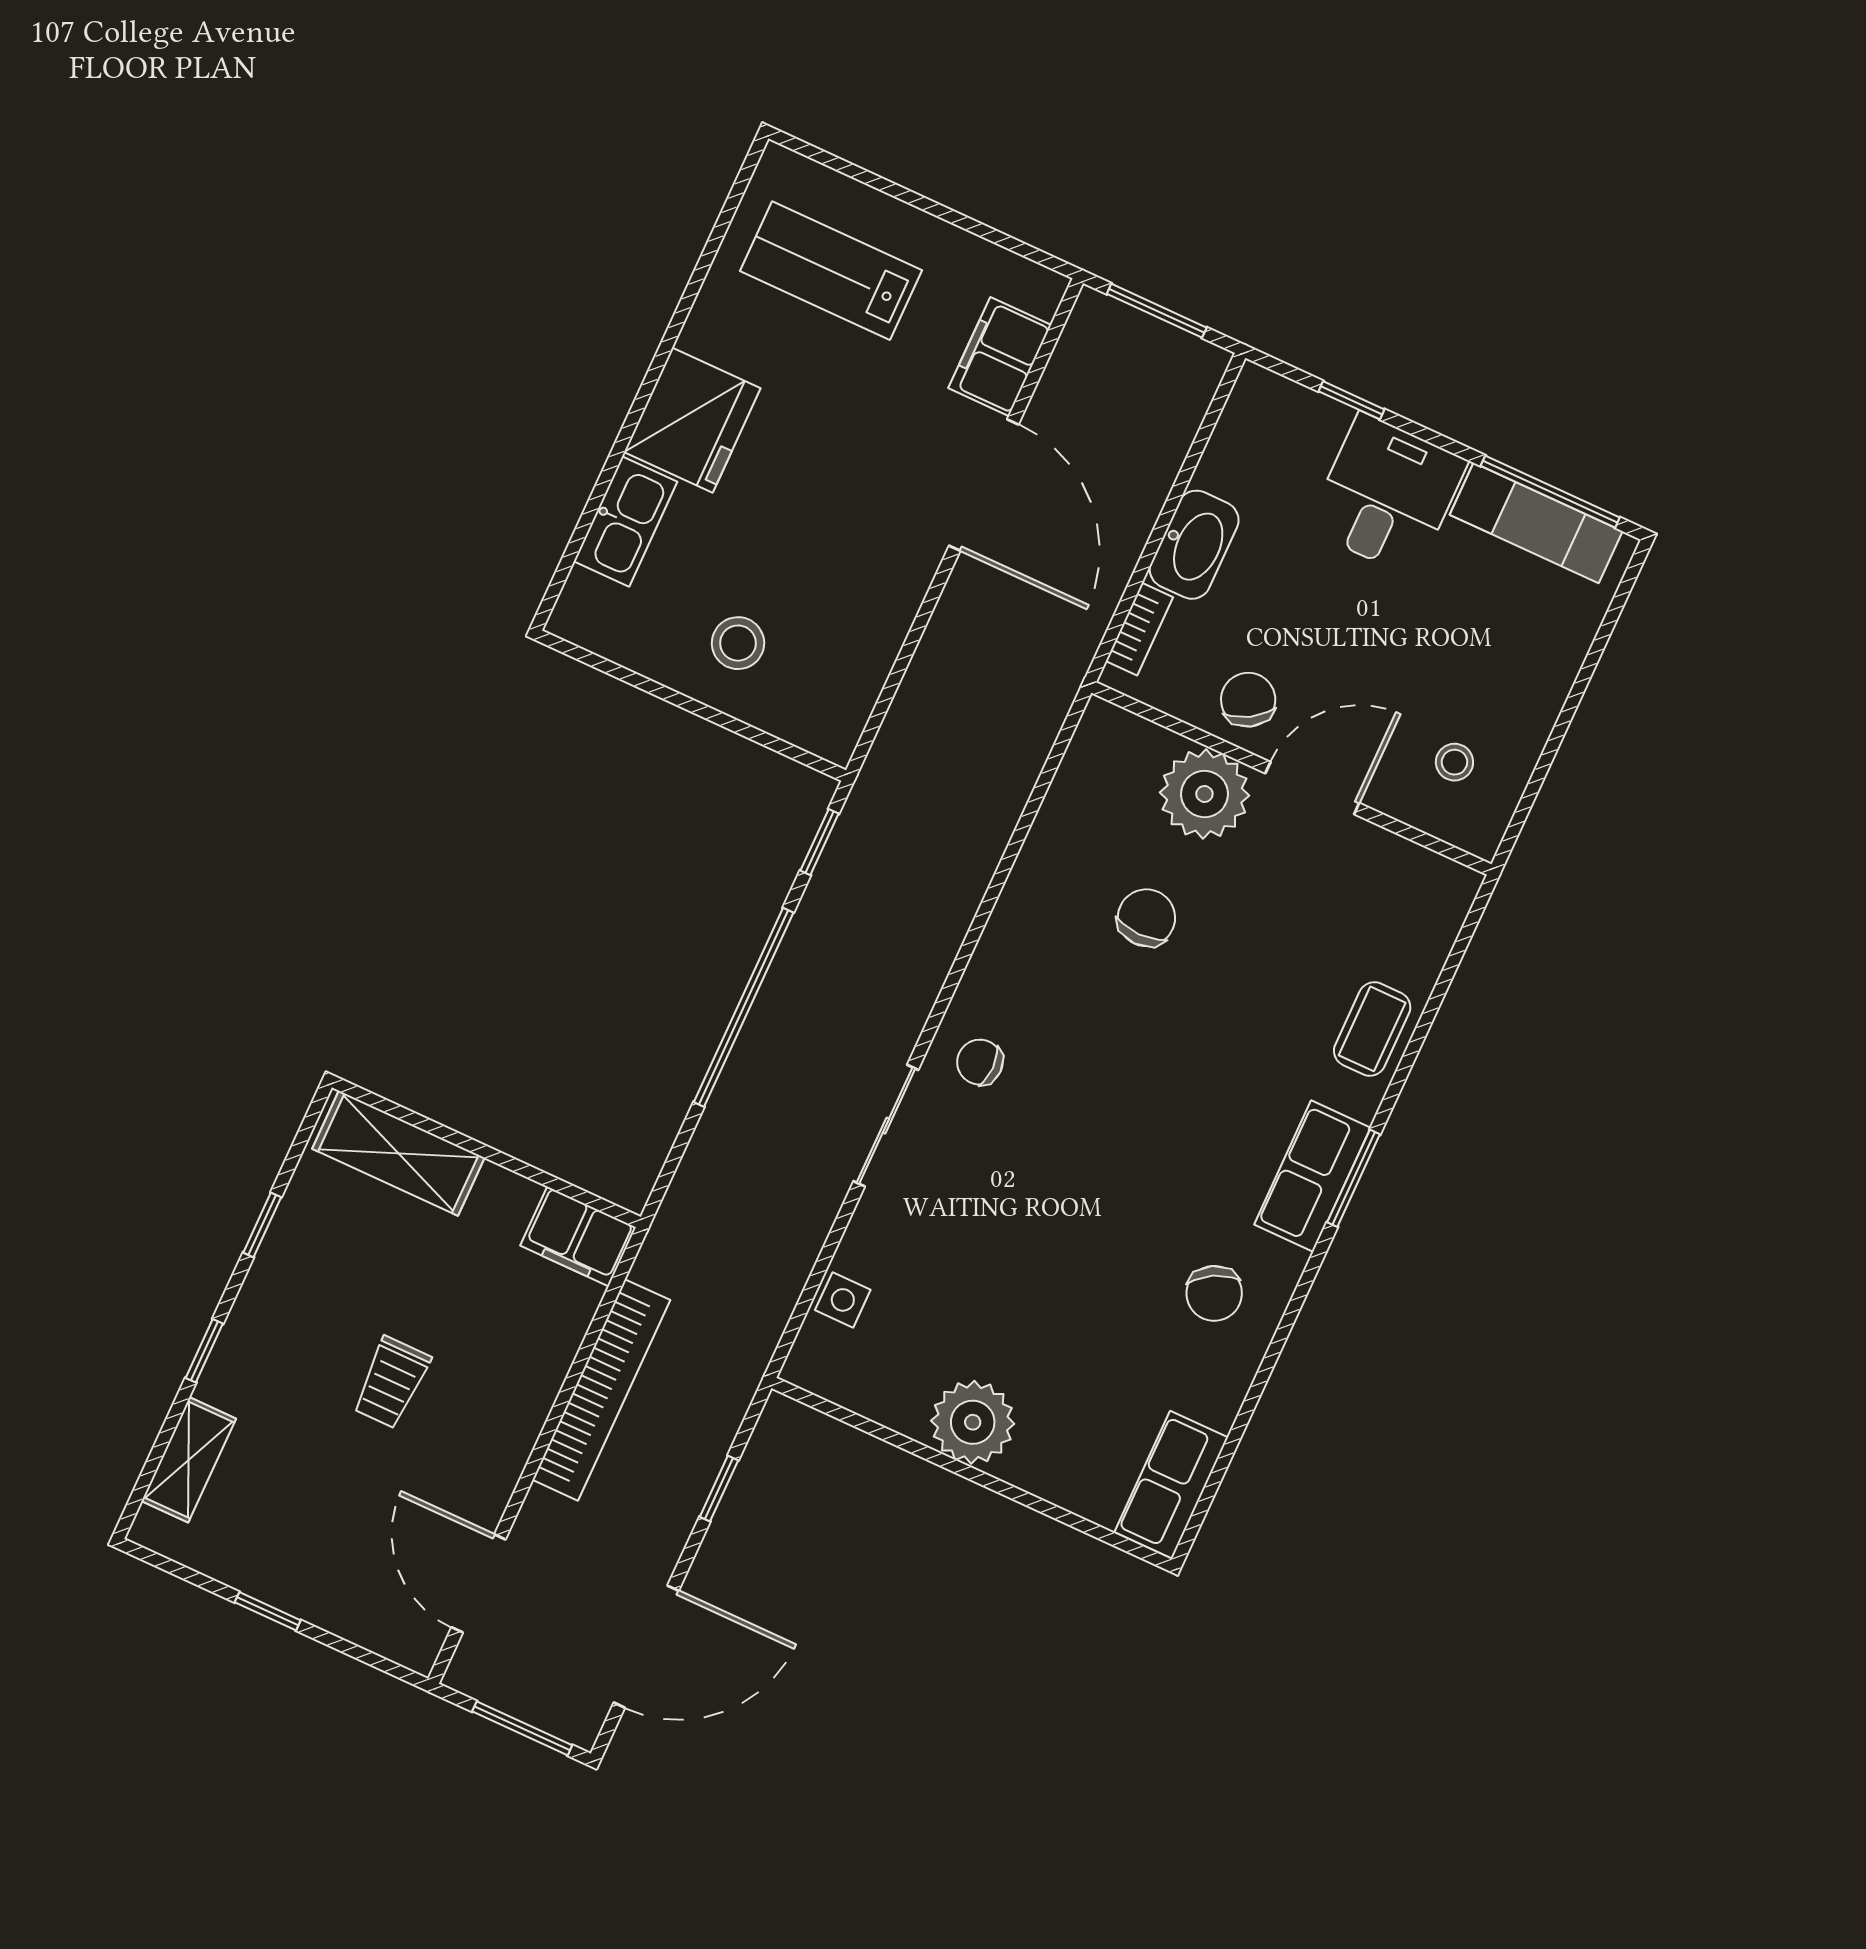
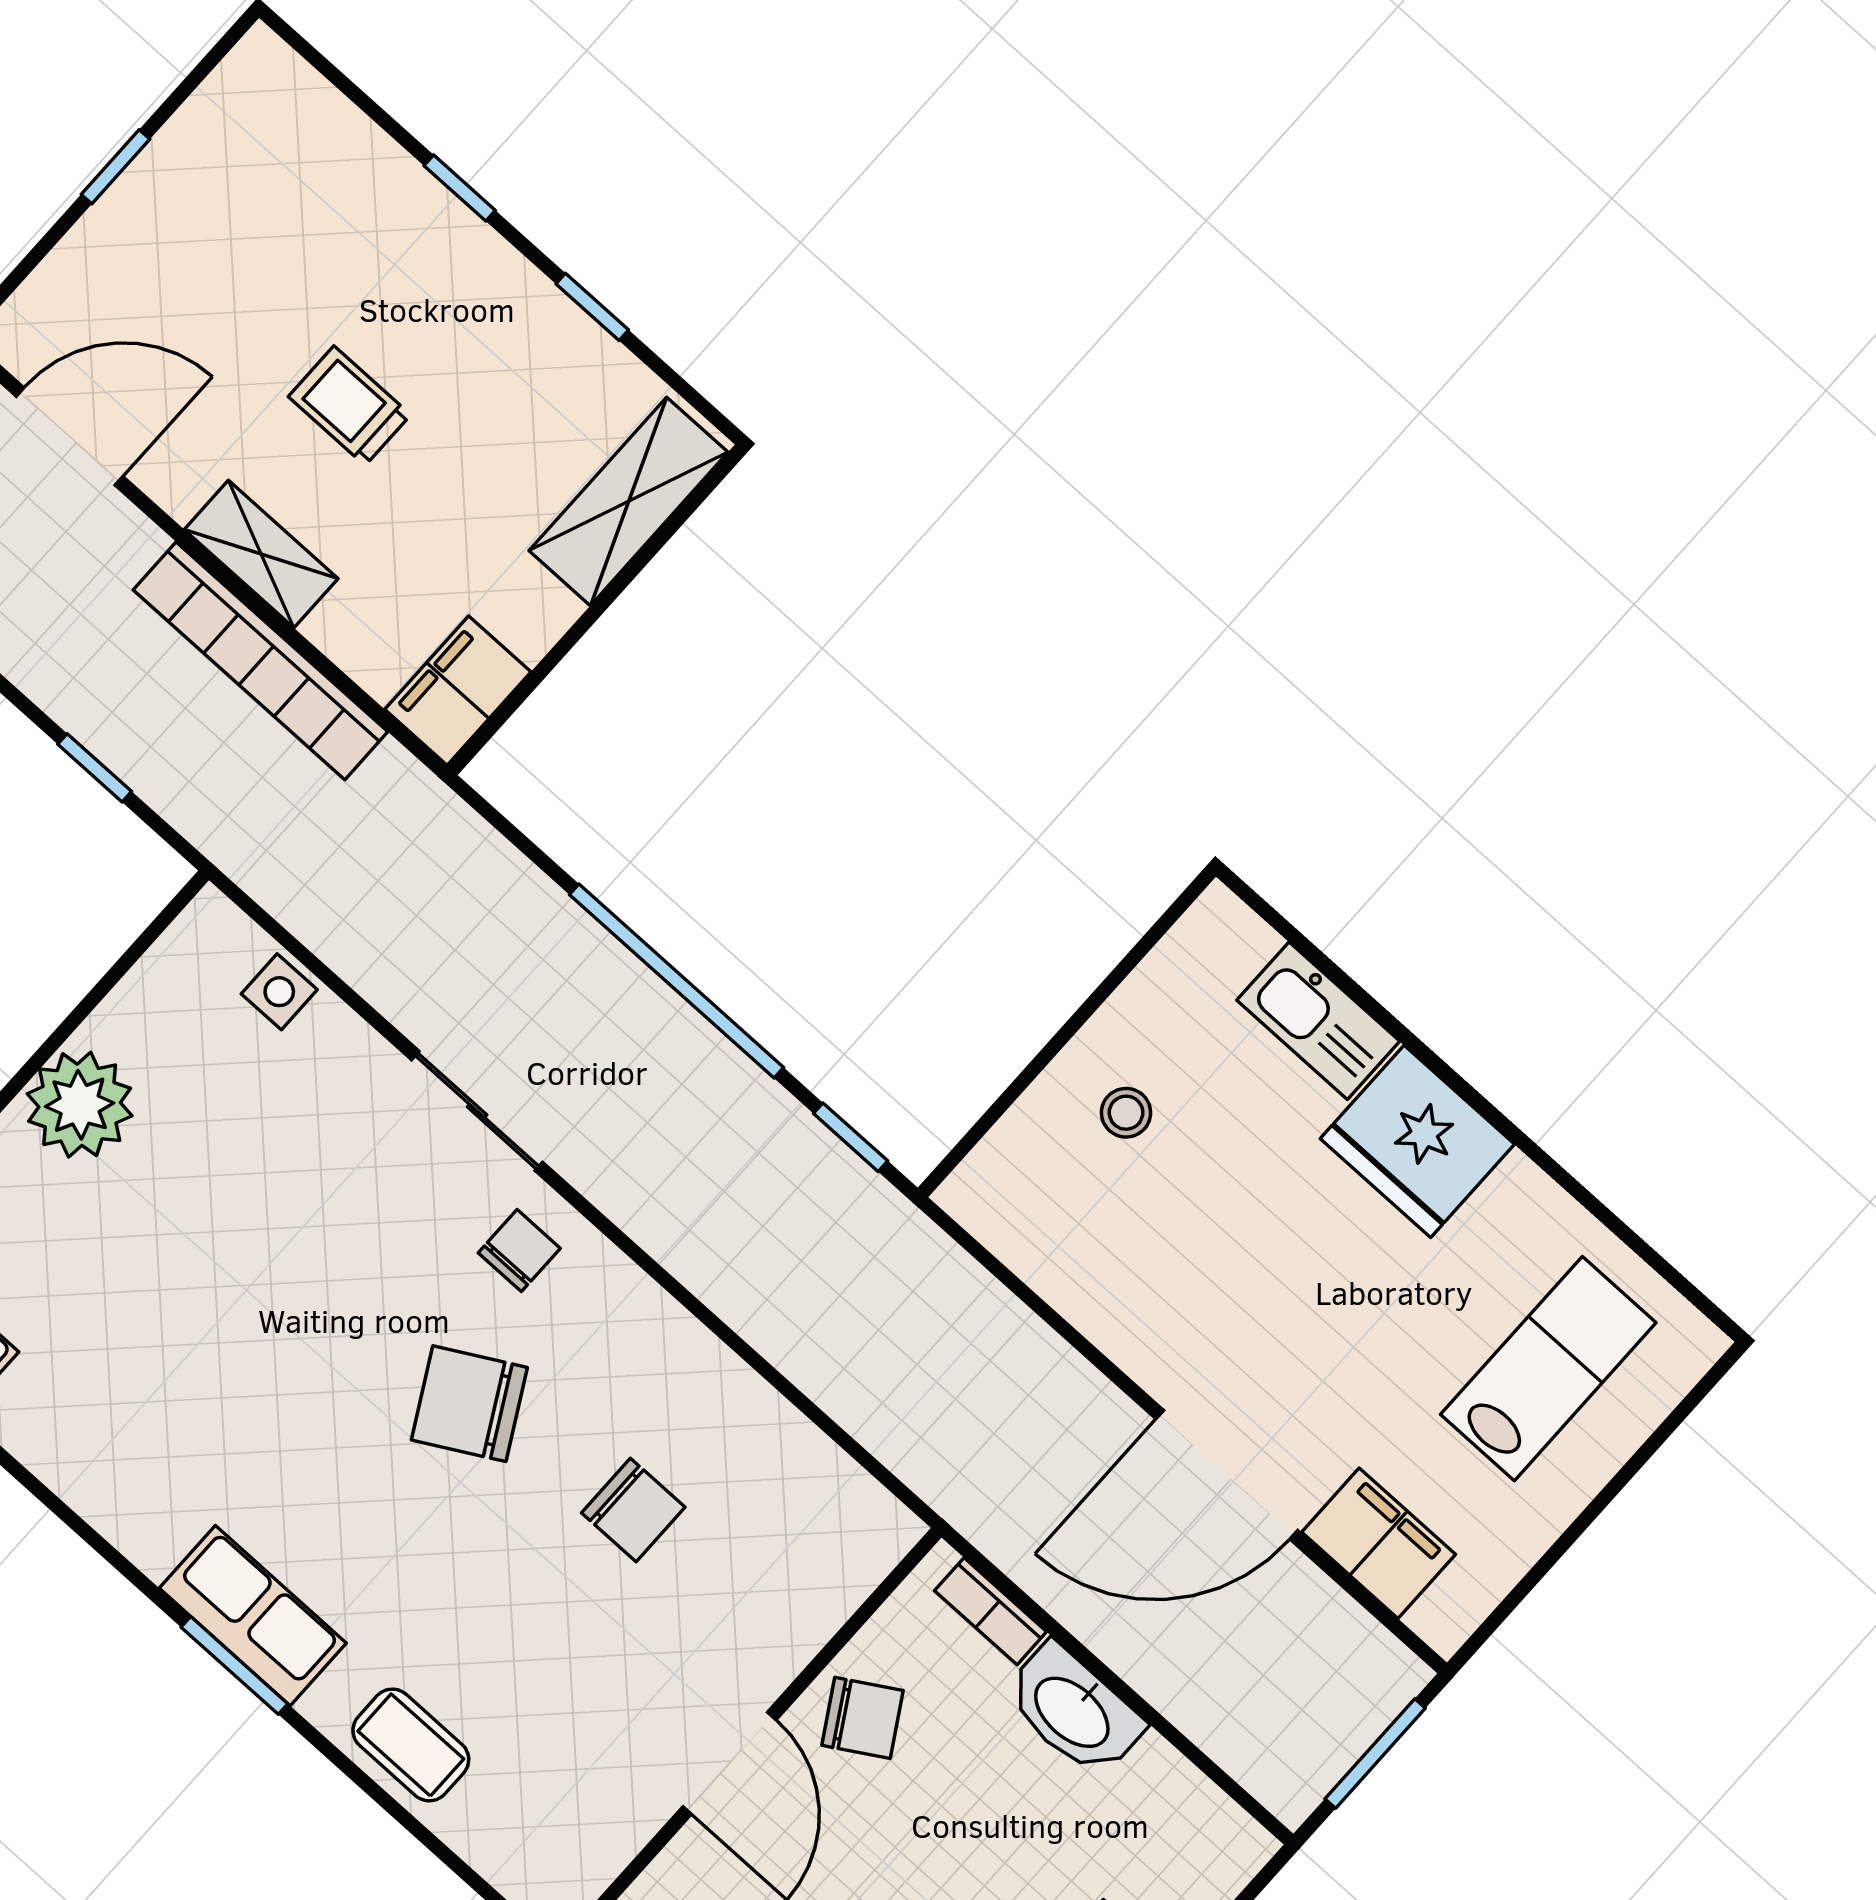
stool: (738, 643) -> (1126, 1113), width x0.73, depth x0.73
plant: (1204, 794) -> (763, 1628), removed
chair: (1214, 1293) -> (469, 1404), moved, width x1.37, depth x1.37
shelving: (189, 1460) -> (261, 554), moved

